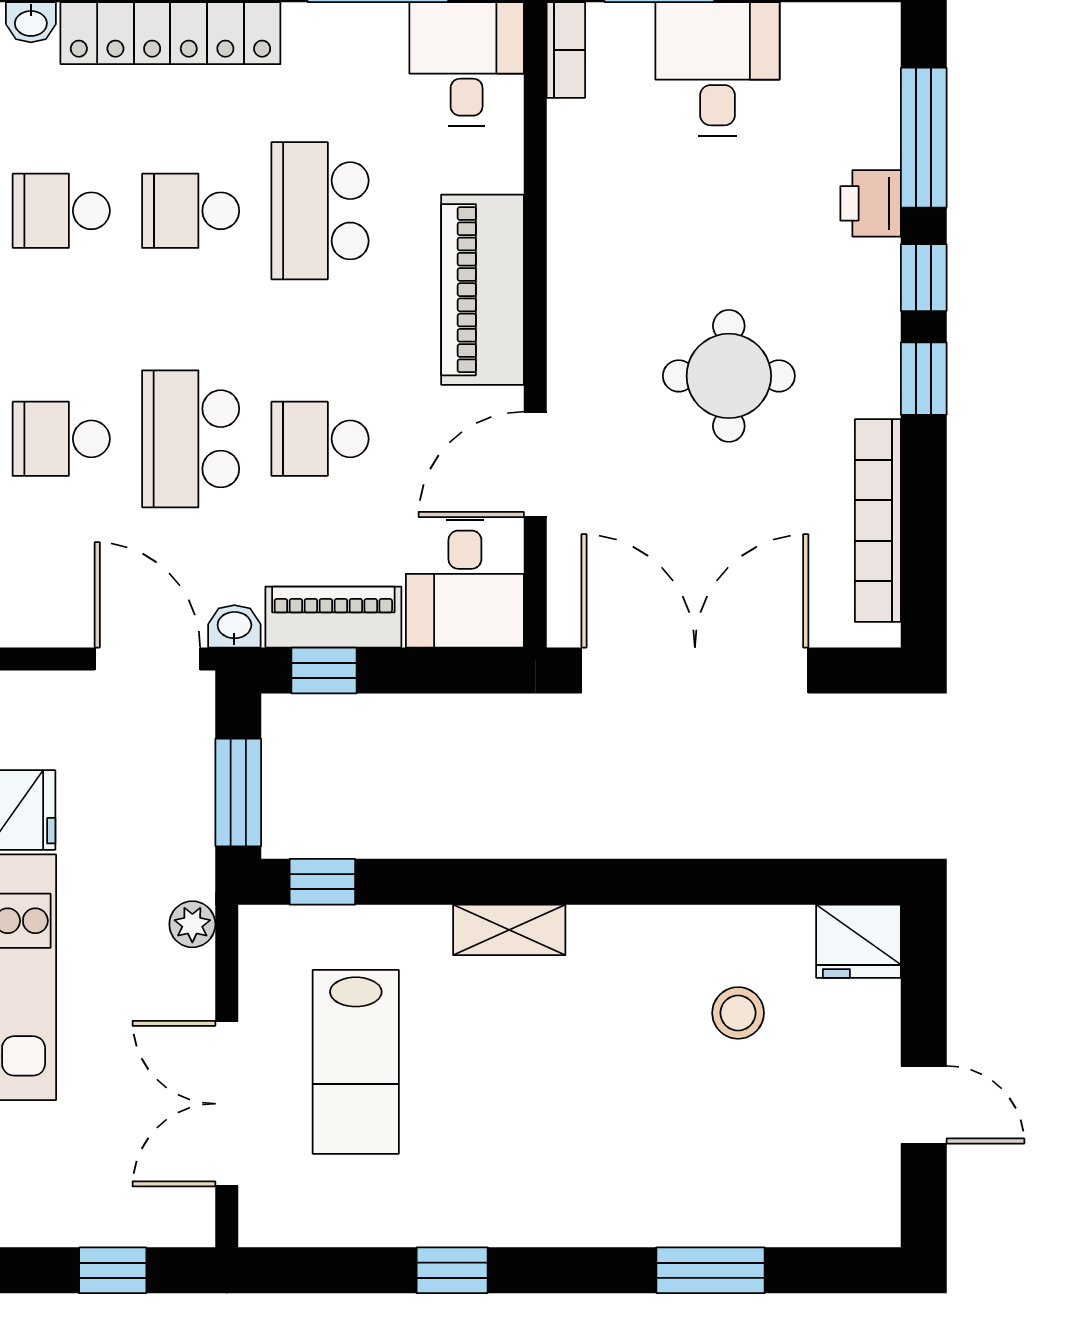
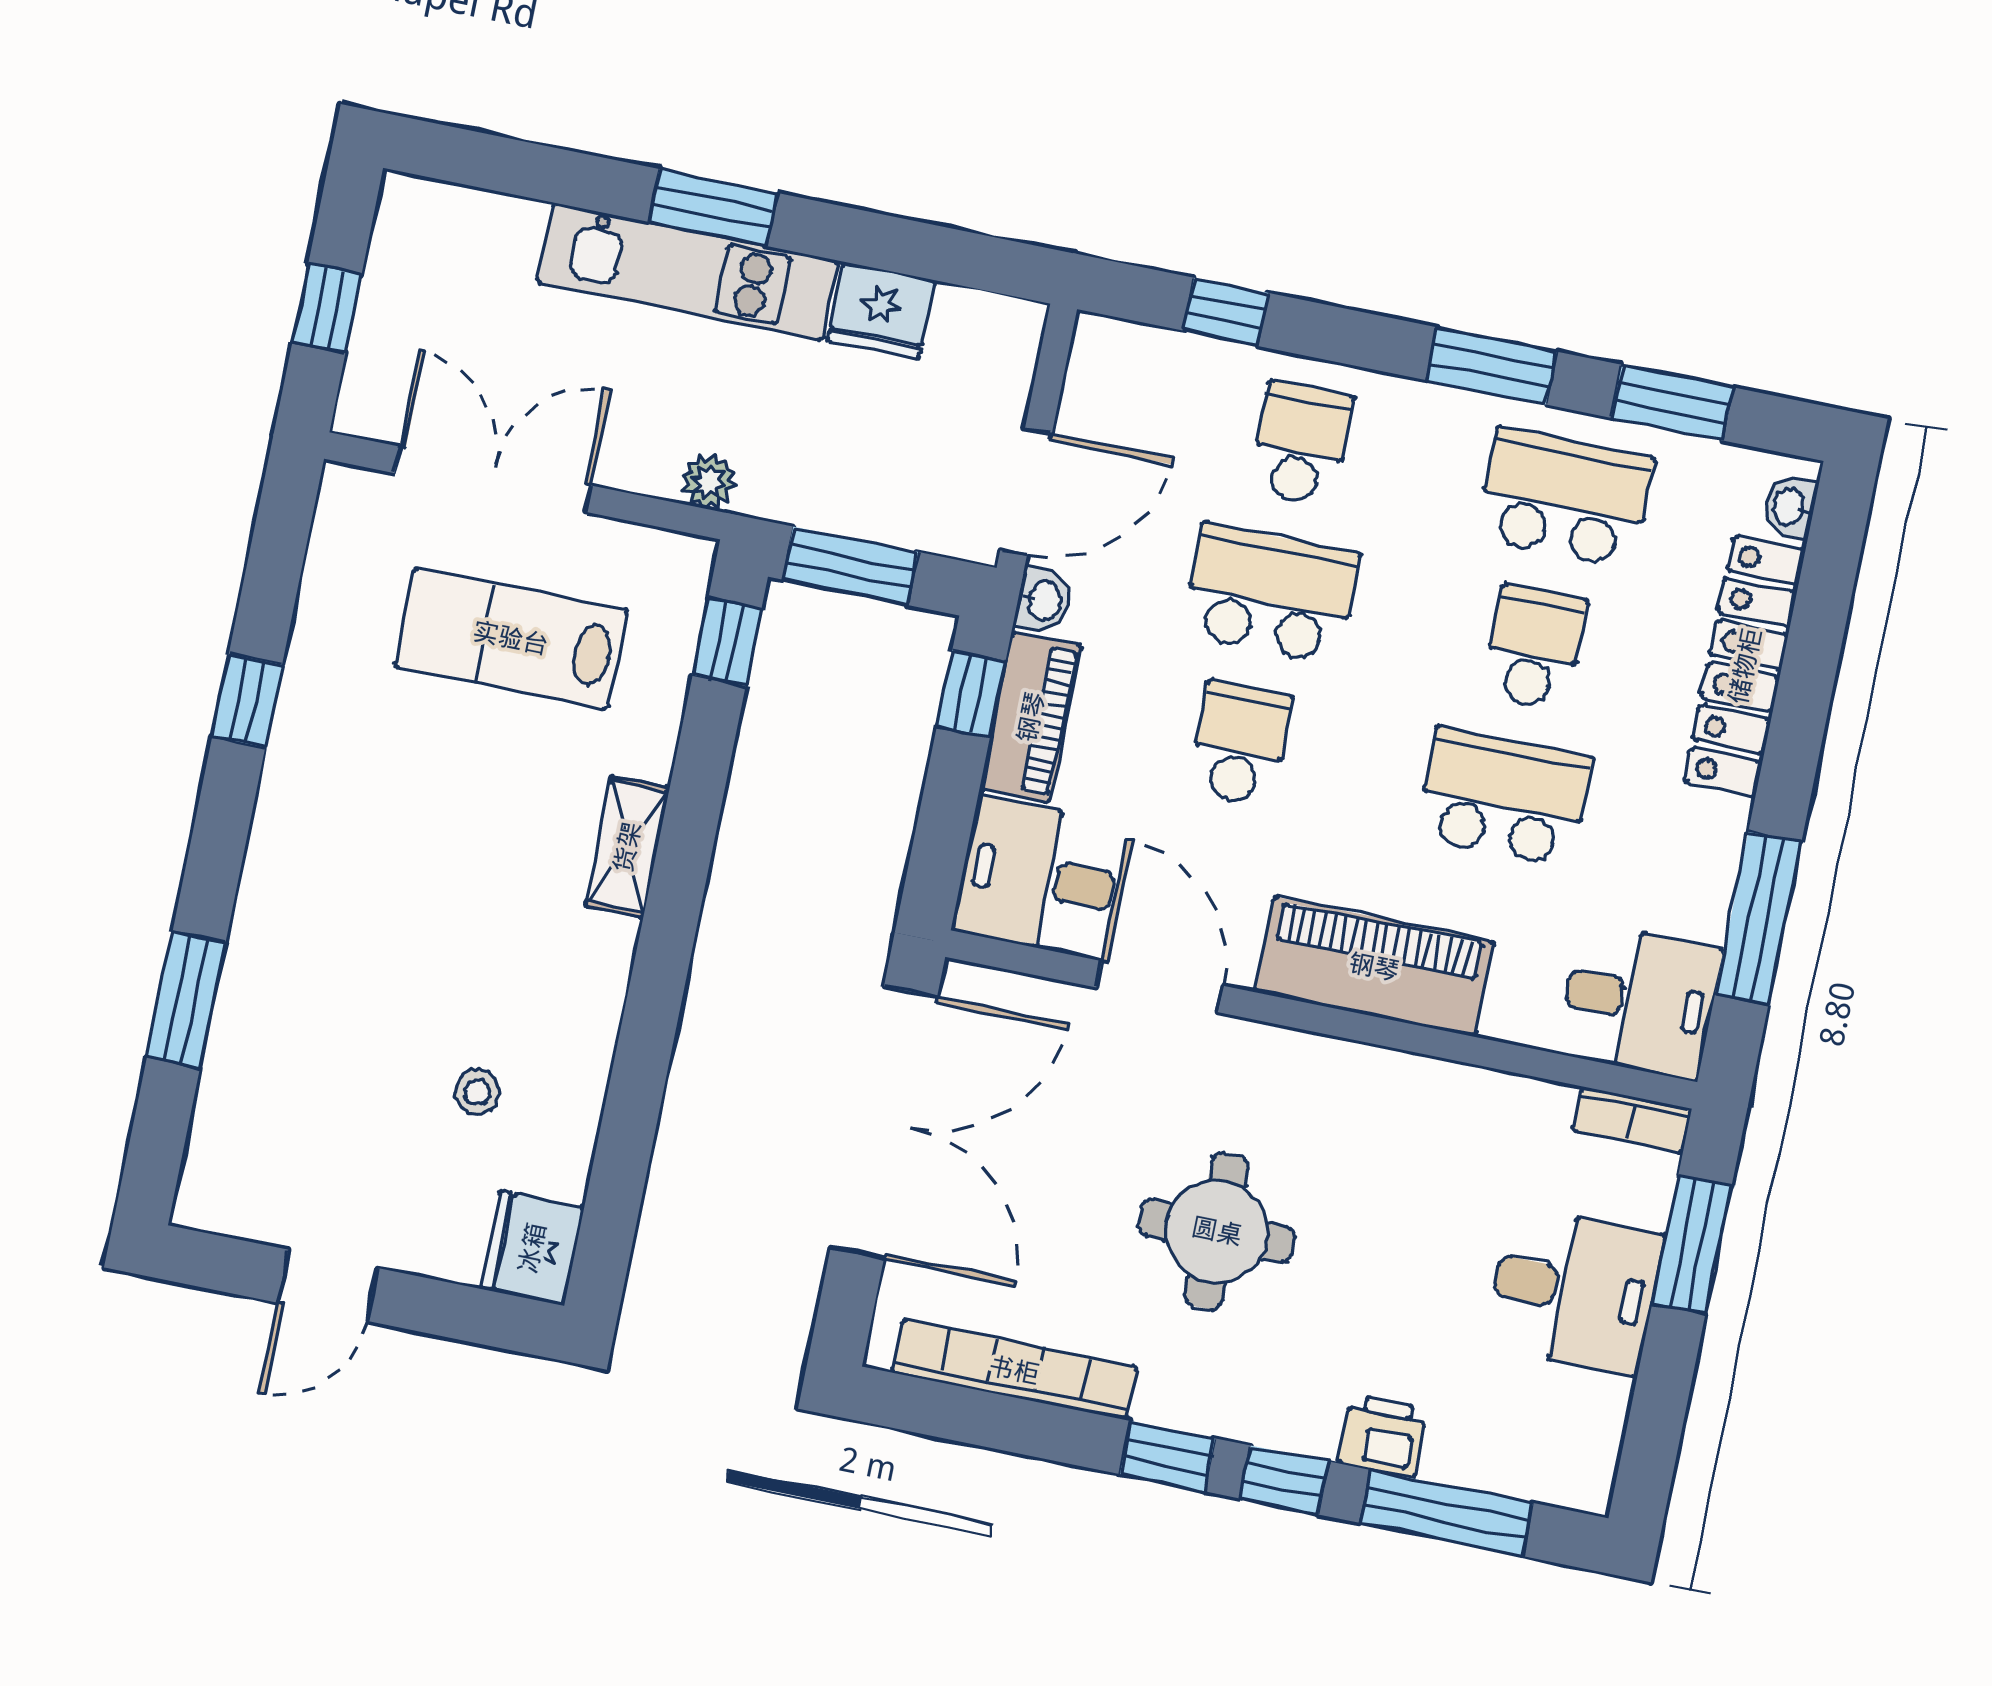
school desk: (61, 211) -> (1565, 498), width x1.85
stool: (738, 1013) -> (477, 1092), width x0.73, depth x0.73

